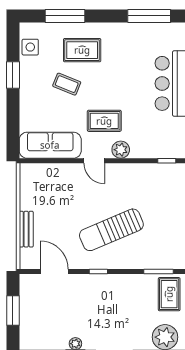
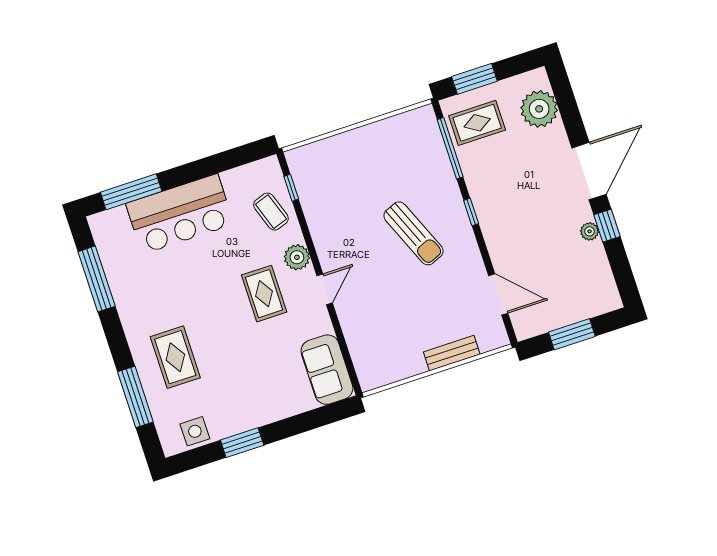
coffee table: (67, 84) -> (271, 212), moved, turned -41
sofa: (50, 145) -> (327, 370), width x0.73
sun lounger: (111, 230) -> (414, 233), width x0.73, depth x0.75
door: (54, 271) -> (498, 294), swing flipped
window: (98, 271) -> (471, 212), moved
window: (159, 271) -> (450, 148), width x1.44

